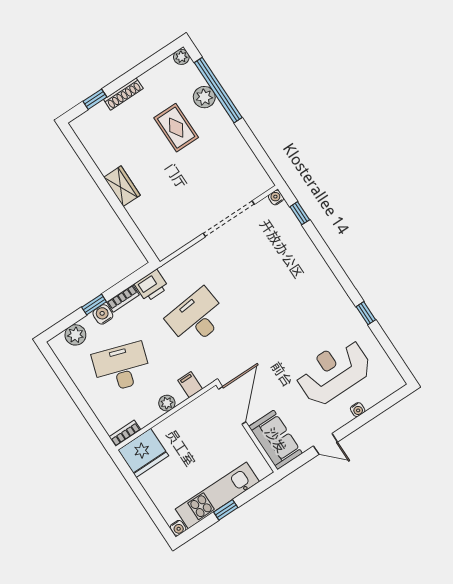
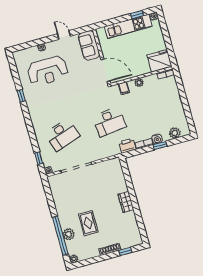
desk: (122, 367) -> (62, 135), moved, turned -36
door: (232, 405) -> (106, 70), swing flipped
window: (226, 510) -> (137, 15), moved

